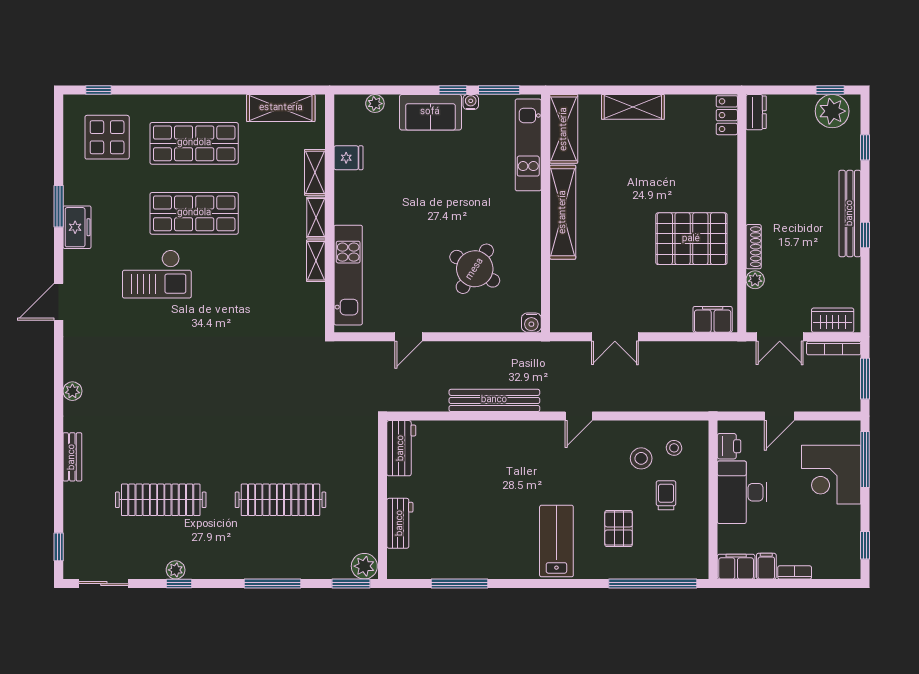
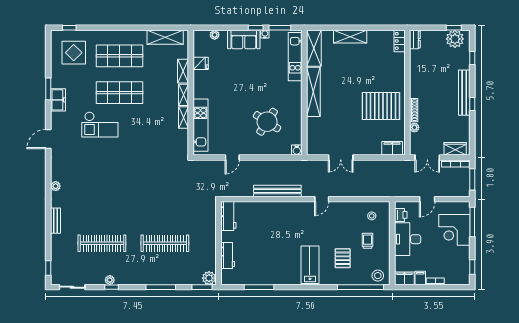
stool: (641, 458) -> (378, 276), moved

